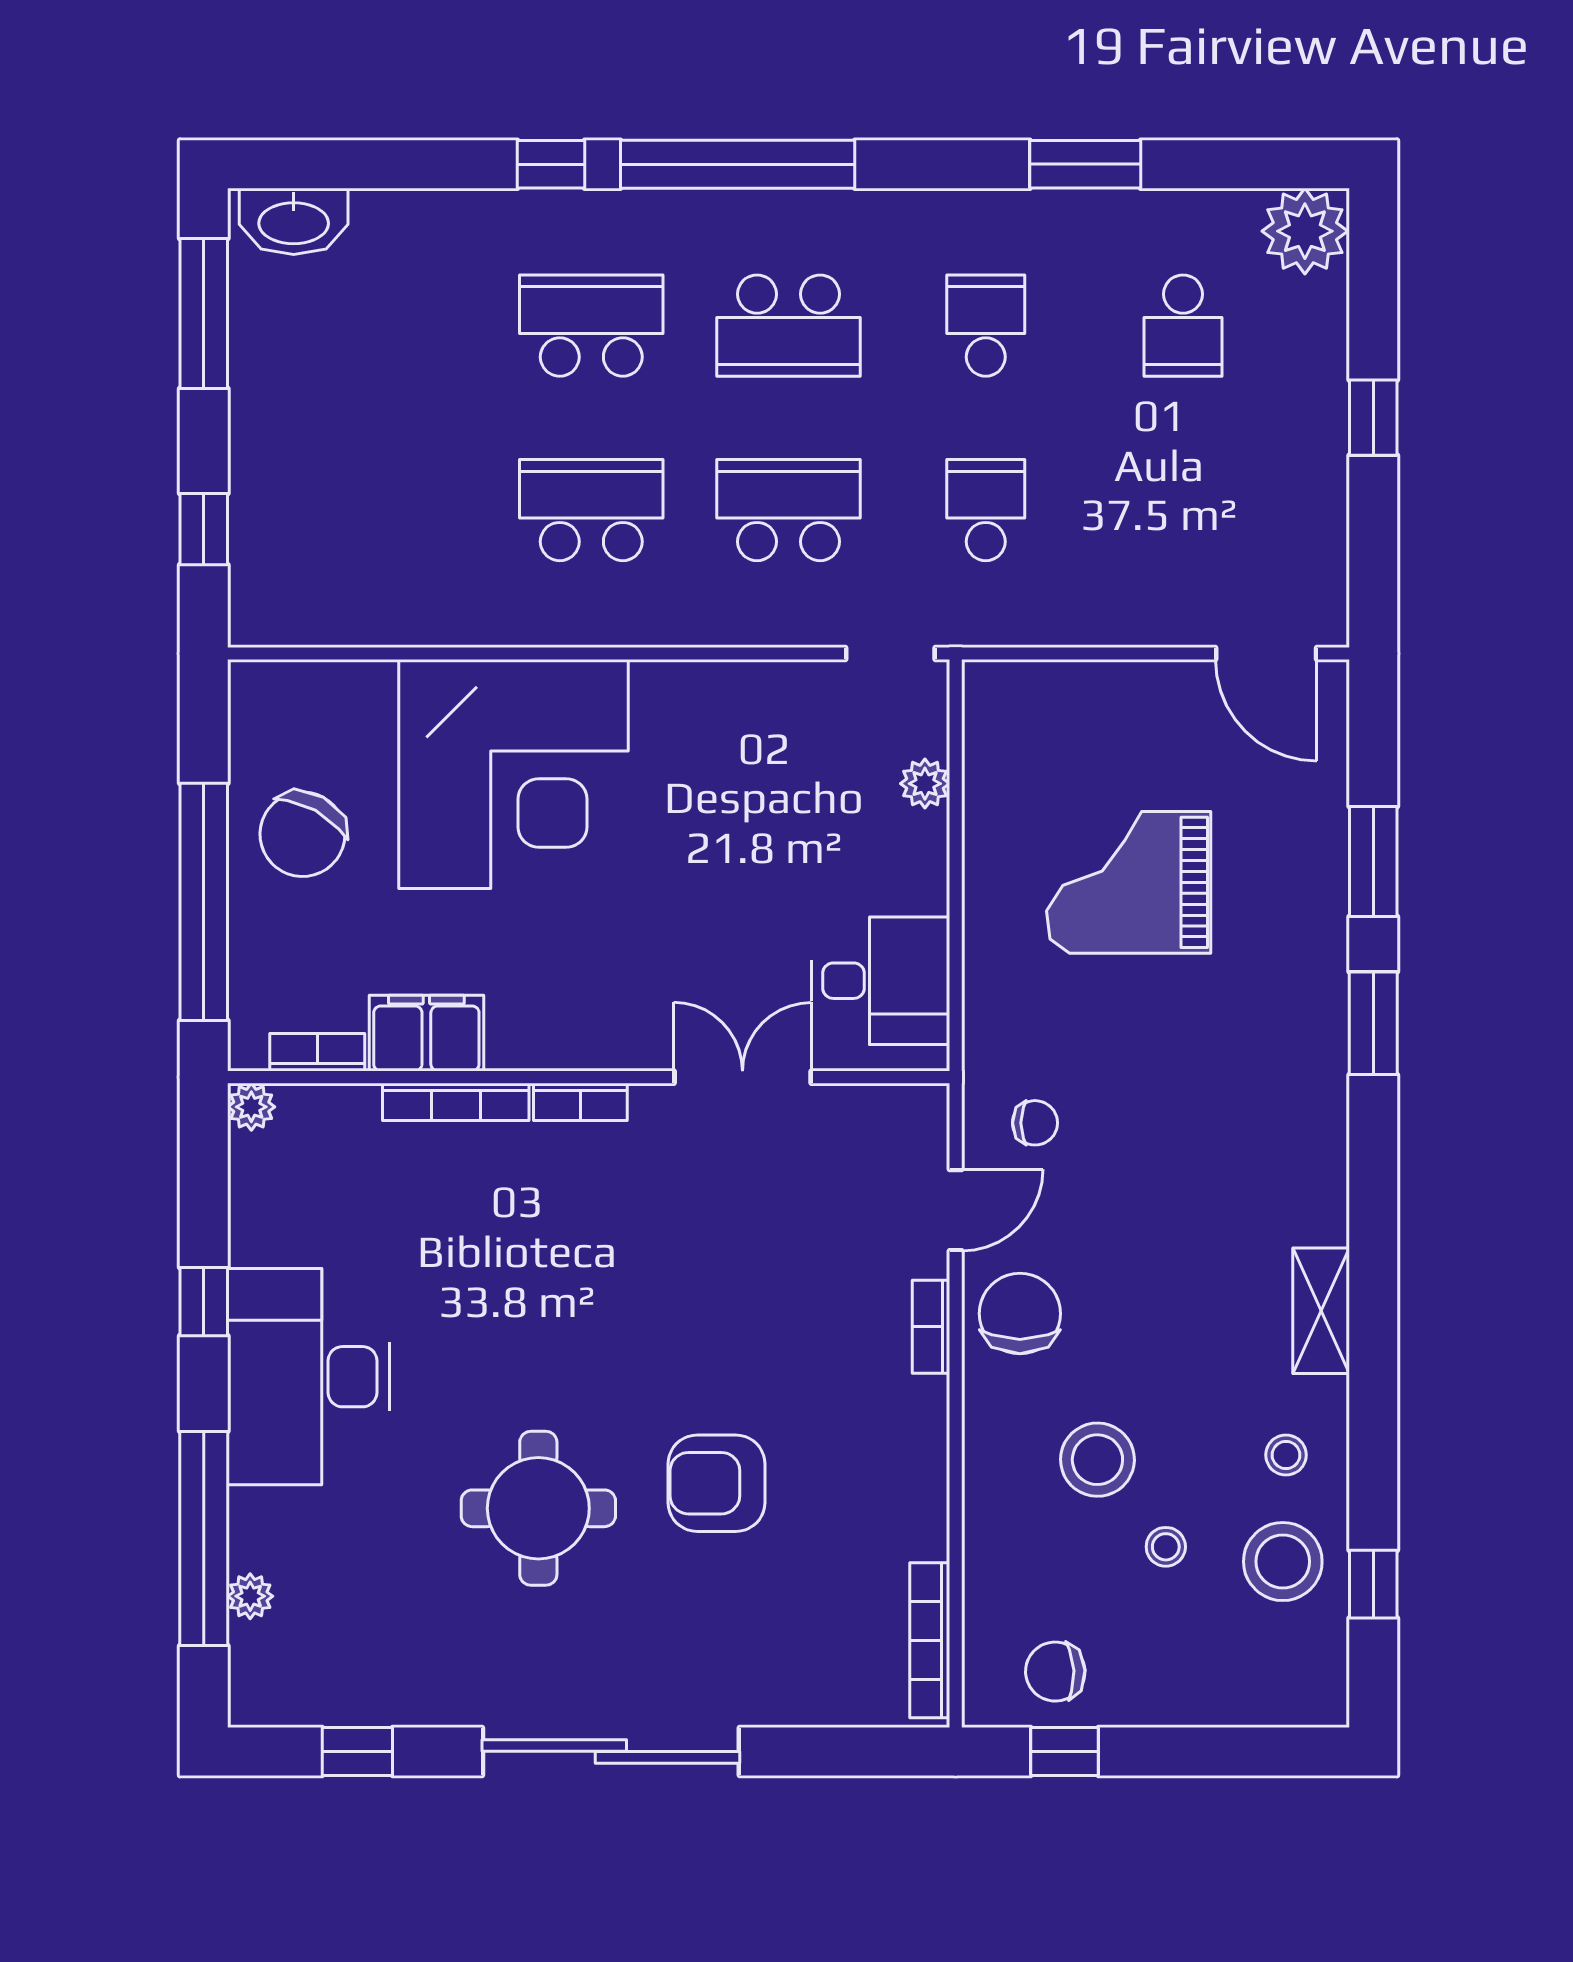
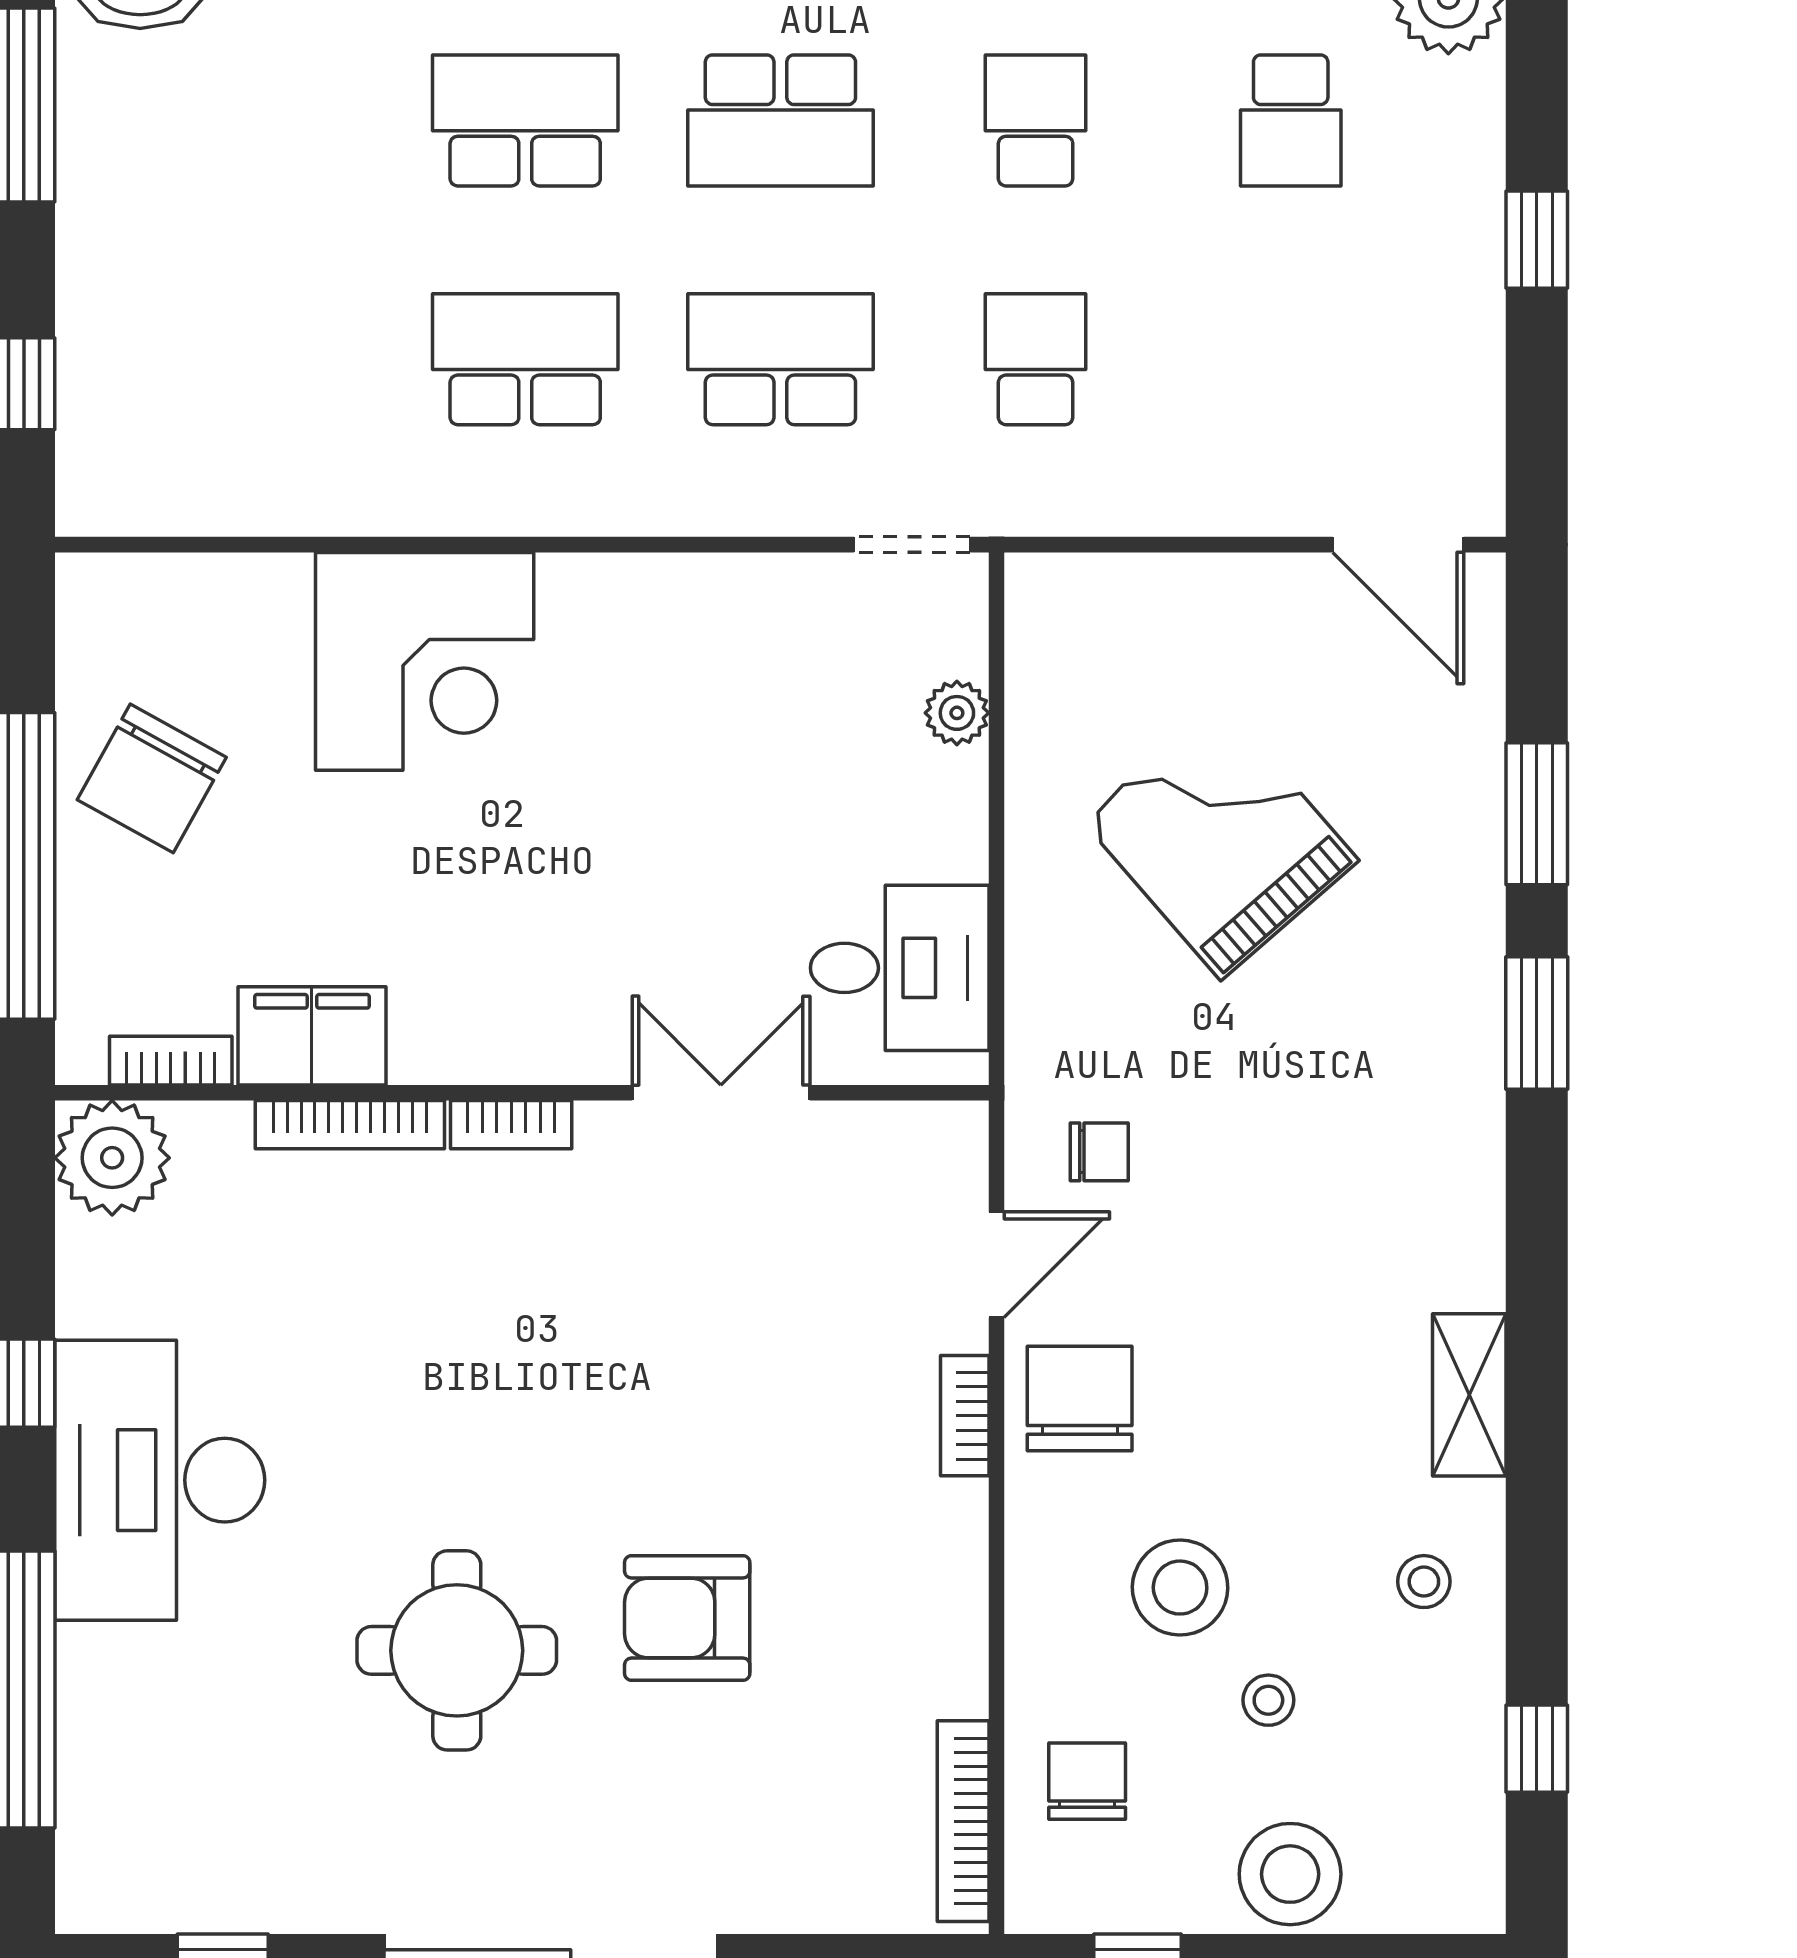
corner desk: (514, 774) -> (425, 661), width x0.74, depth x0.74
grand piano: (1129, 882) -> (1220, 841), turned 49
plant: (251, 1107) -> (112, 1158), width x1.88, depth x1.88
stool: (1283, 1562) -> (1290, 1874), moved
plant: (250, 1596) -> (84, 1764), removed
chair: (1055, 1672) -> (1087, 1781), moved, turned 93

